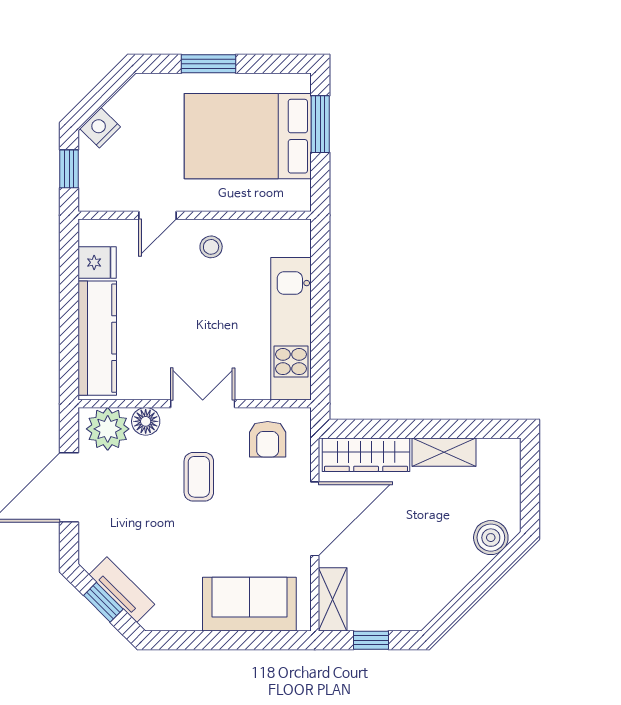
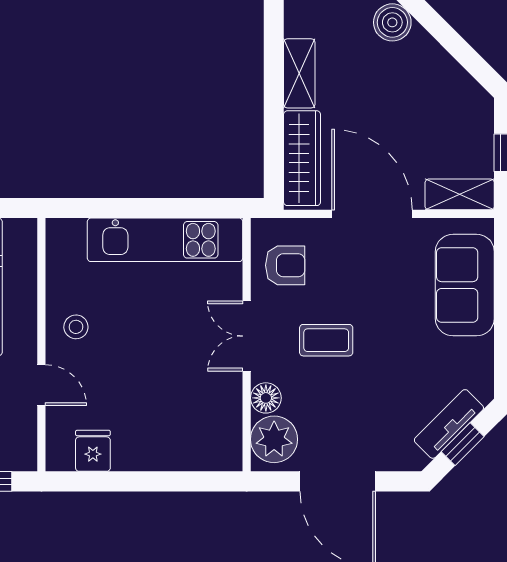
kitchen counter: (97, 338) -> (175, 451), removed

